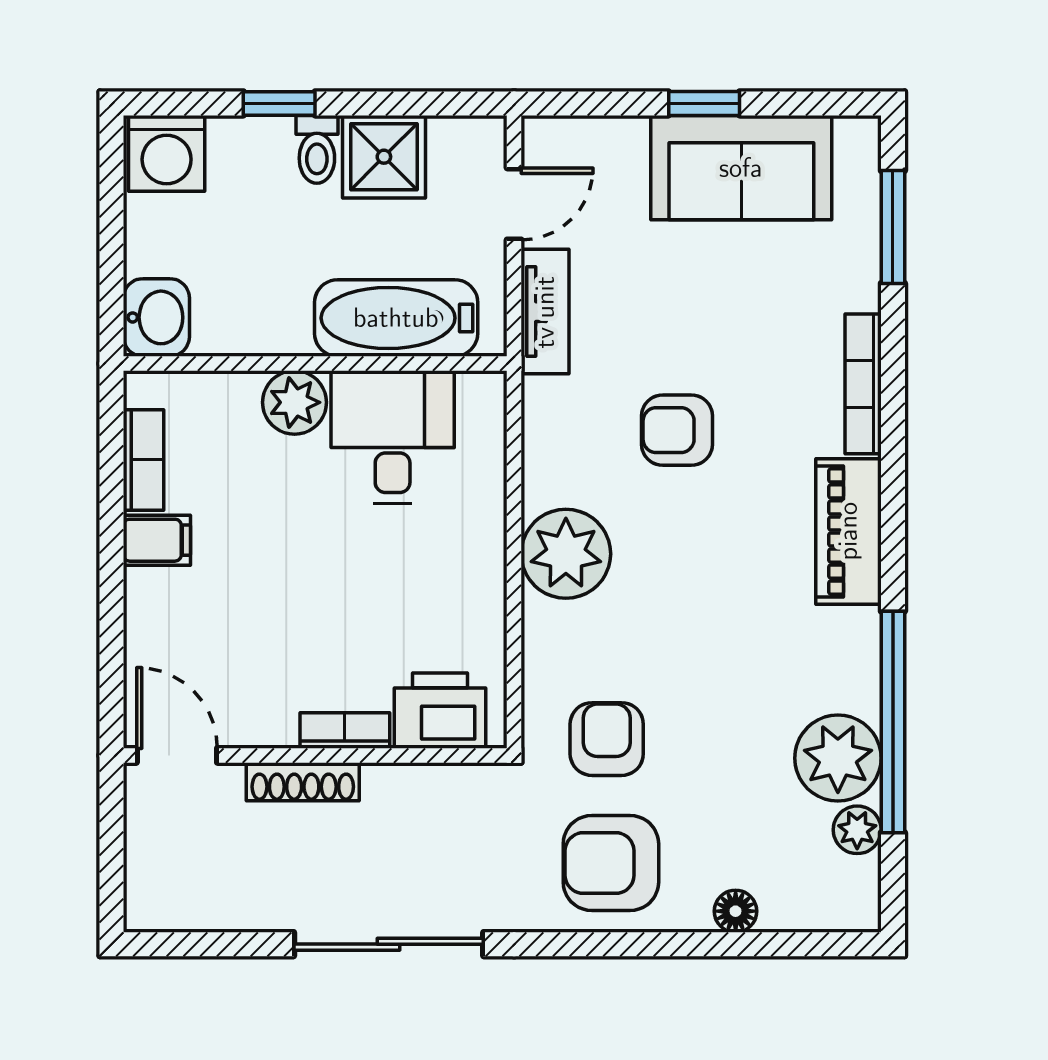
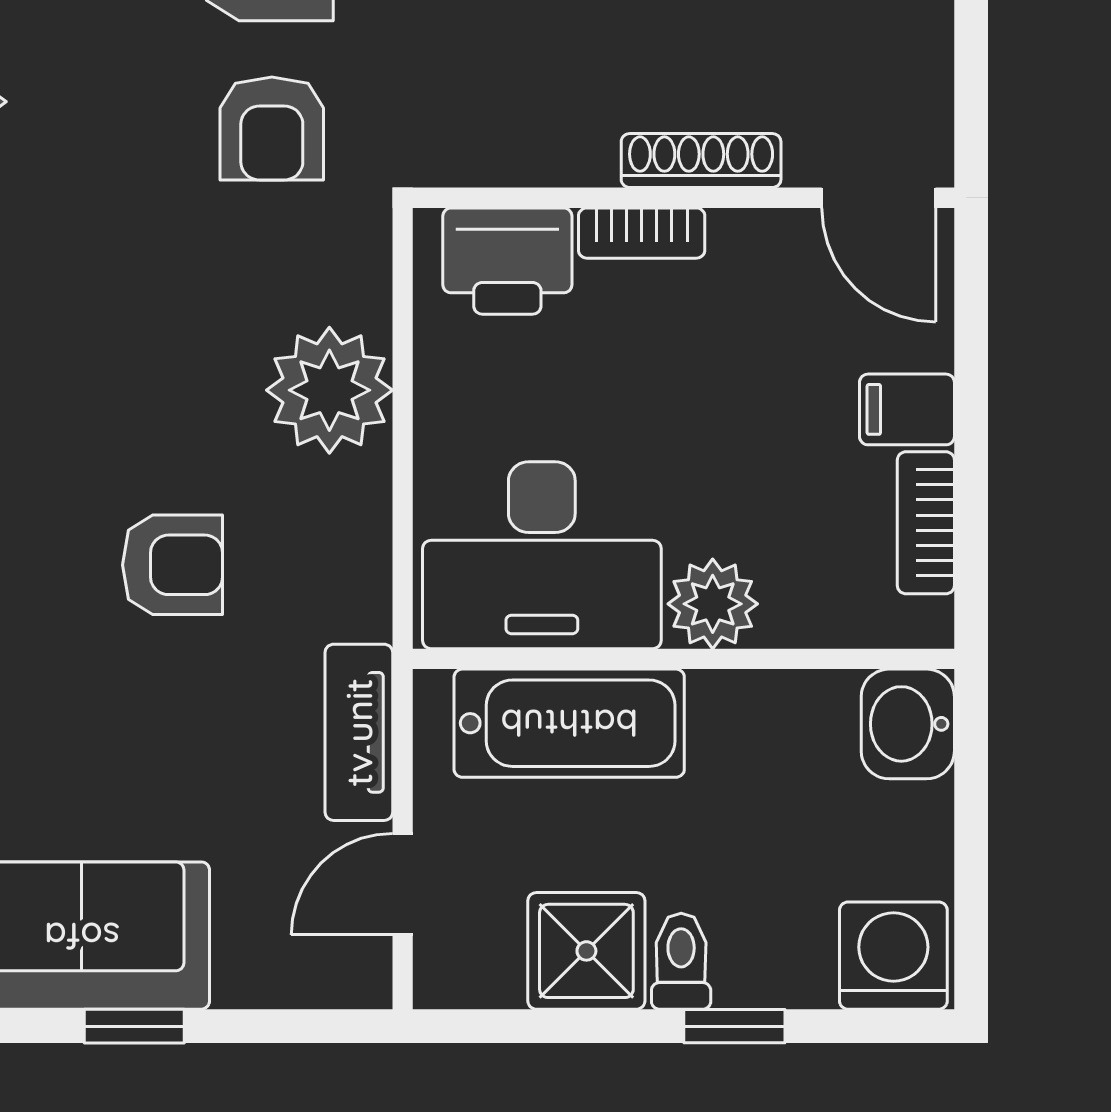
desk: (393, 437) -> (542, 555), width x1.37
printer: (440, 711) -> (507, 261), moved
bookcase: (345, 730) -> (642, 233), moved
door: (177, 755) -> (879, 198), moved
wall: (315, 755) -> (683, 198), moved
shoe rack: (303, 782) -> (701, 161), moved

